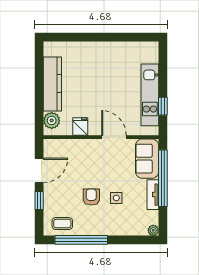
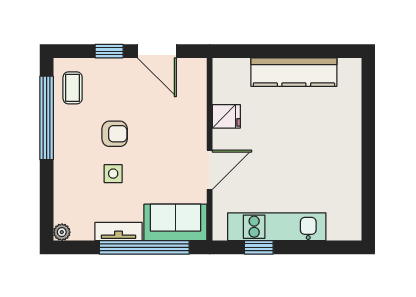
plant: (52, 120) -> (236, 71), removed

